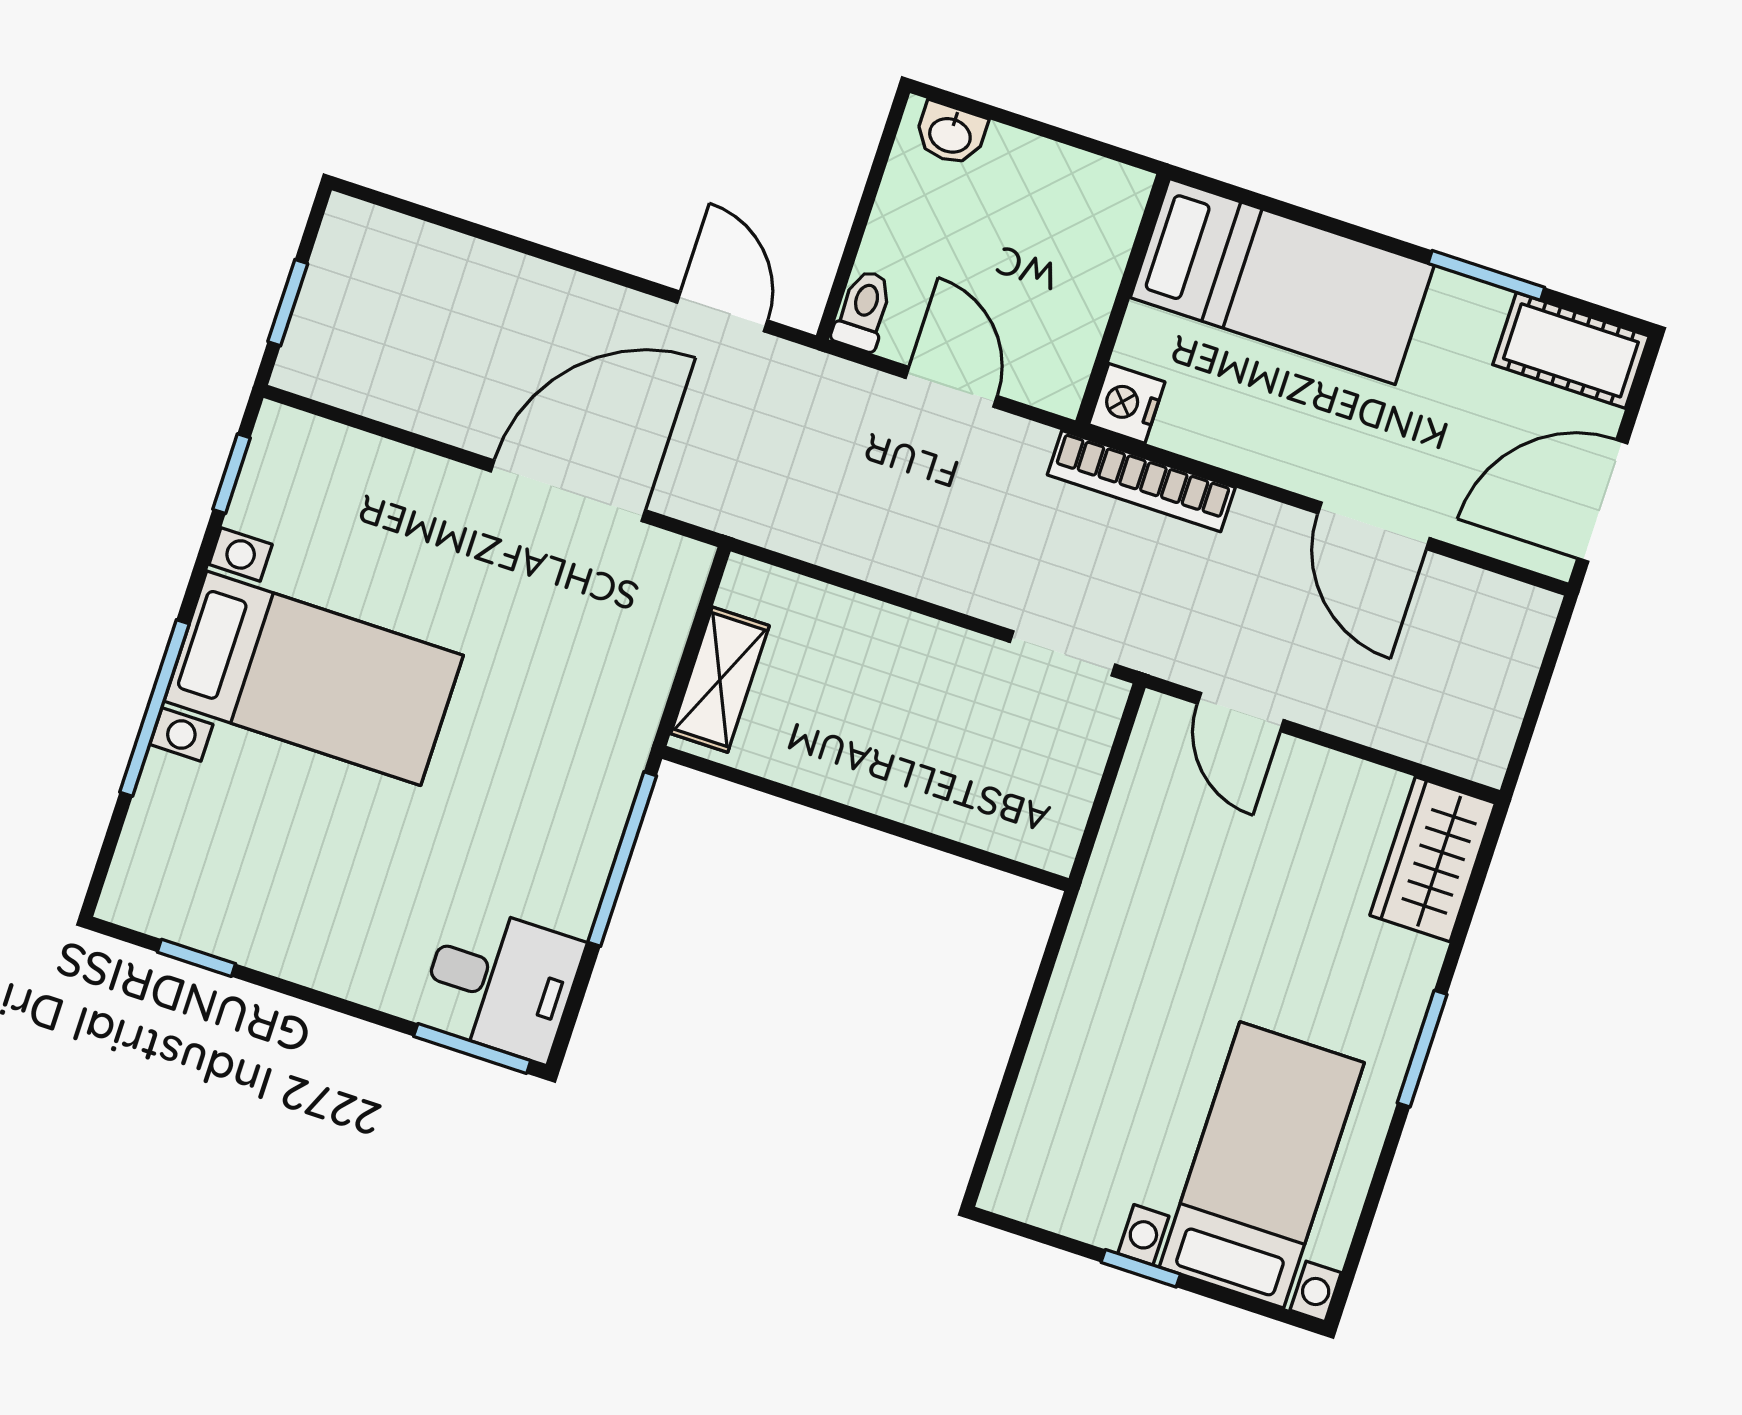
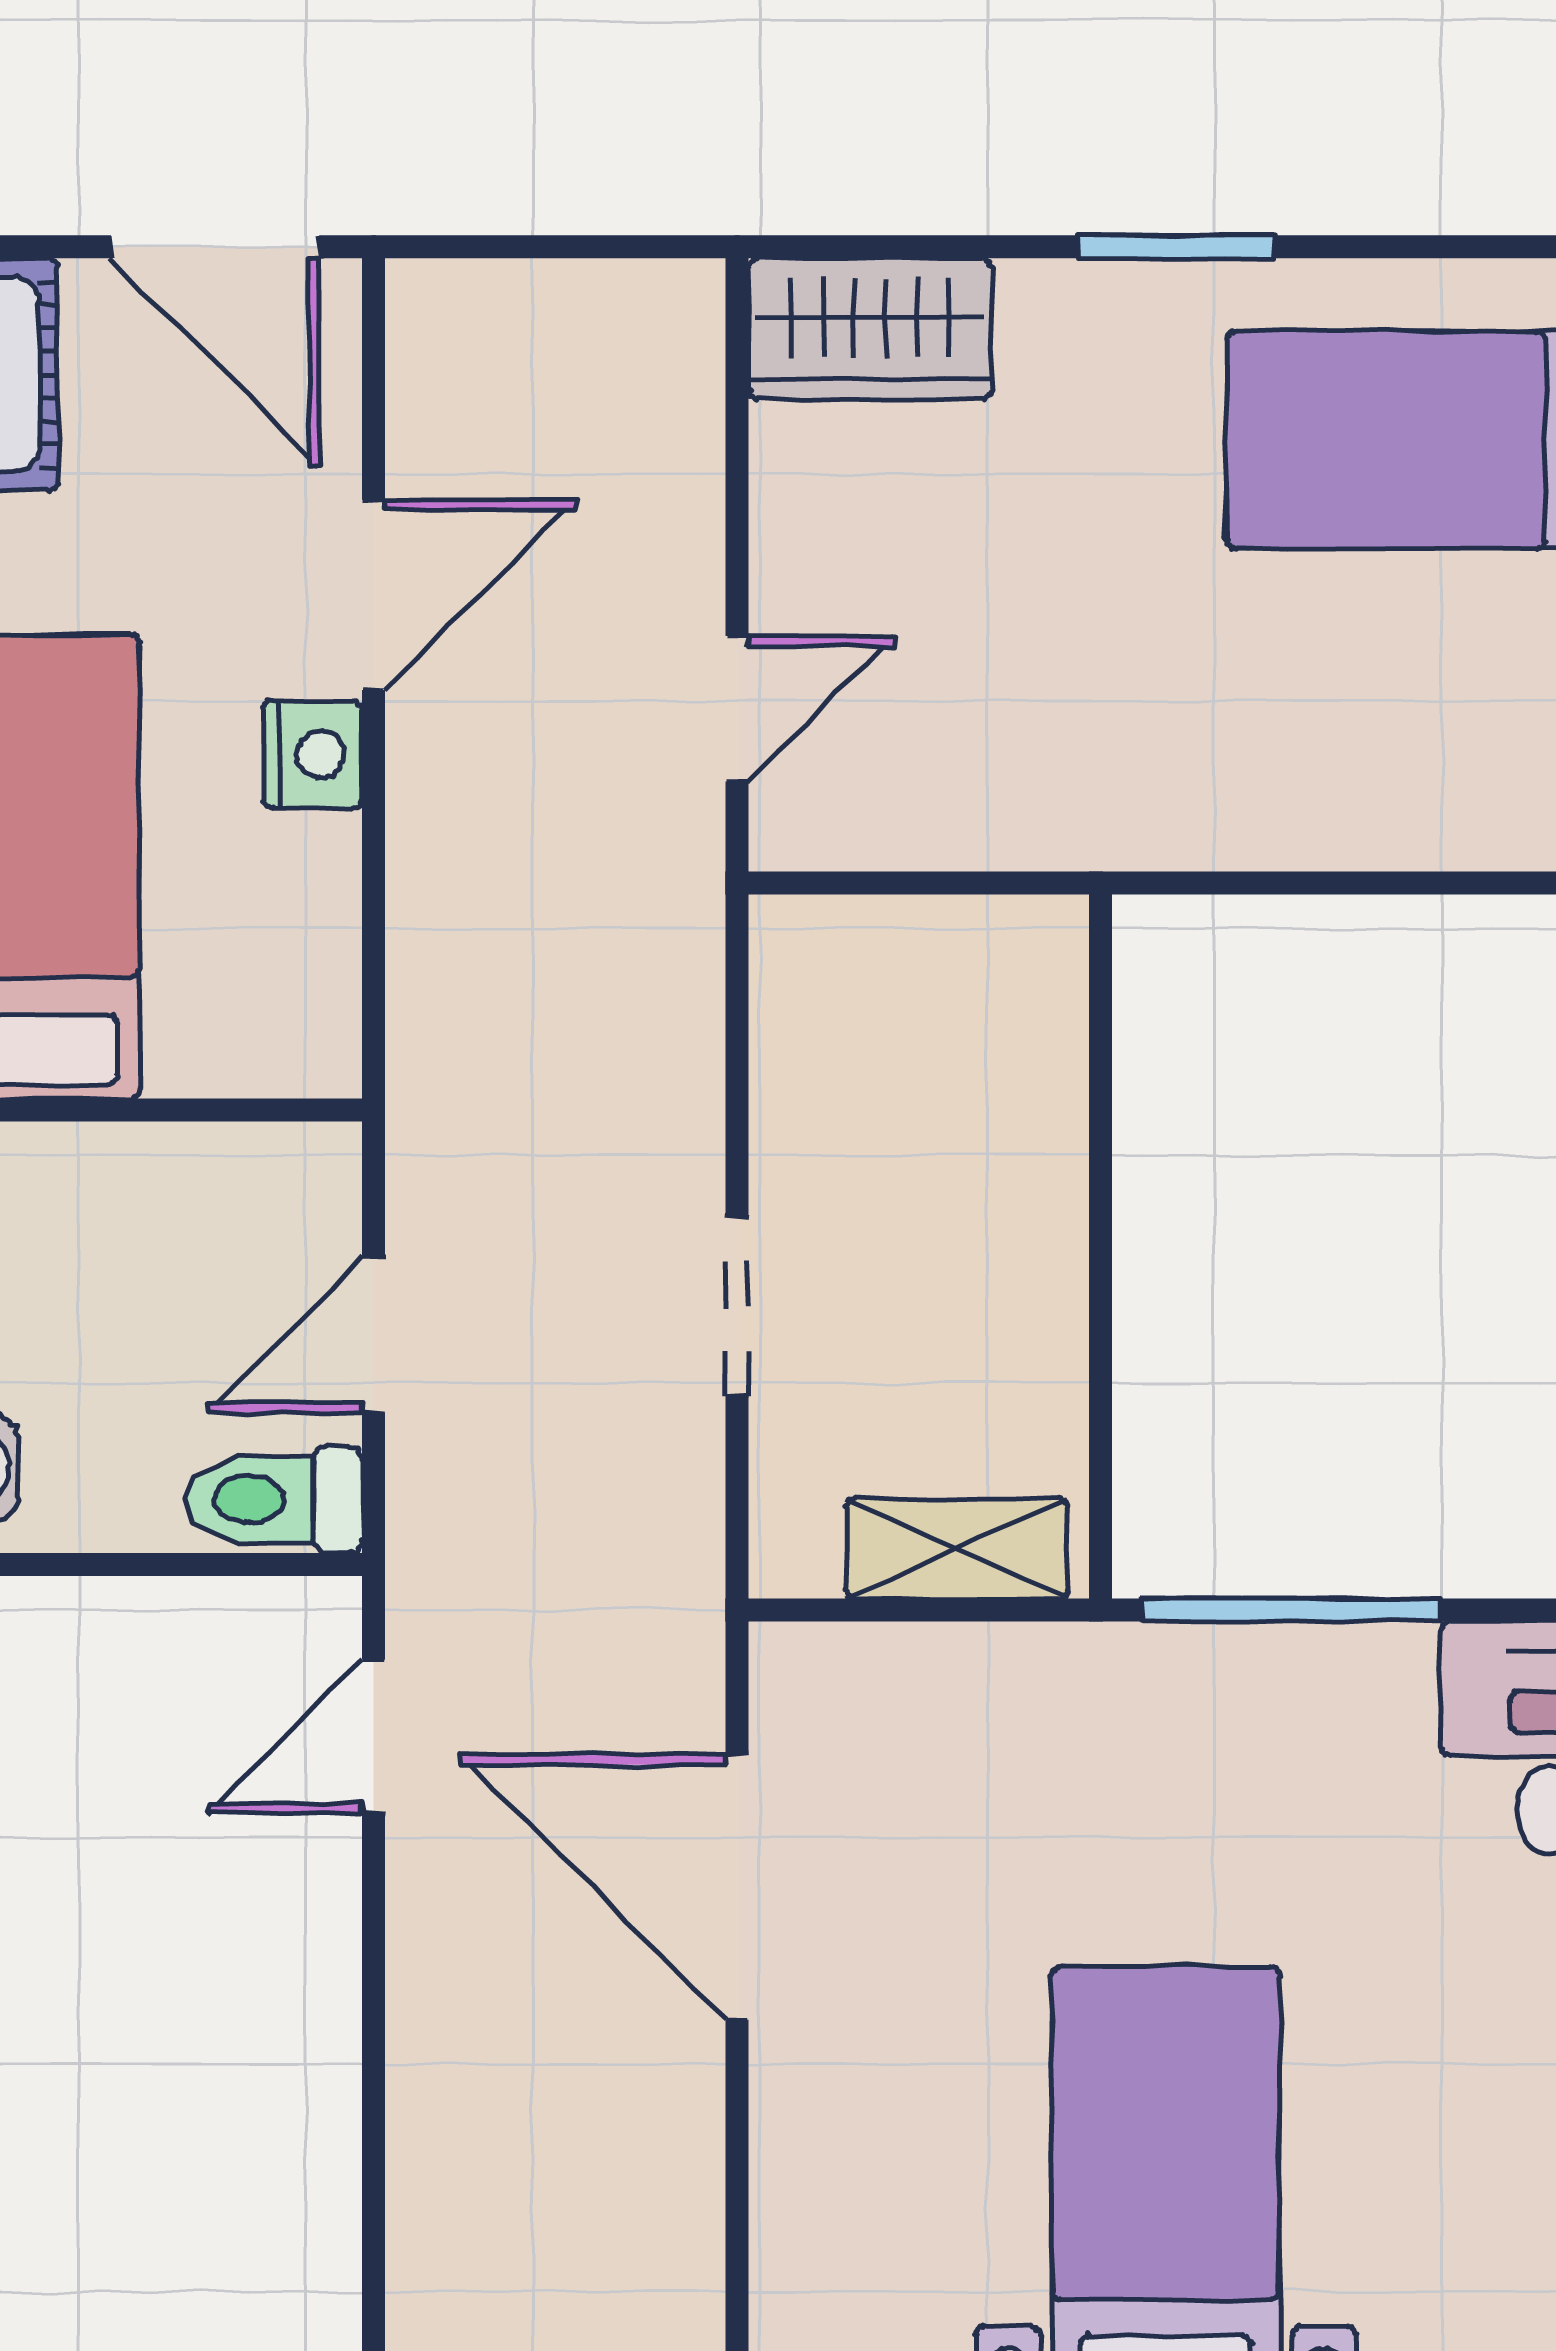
toilet: (863, 310) -> (274, 1499), width x1.37, depth x1.39
nightstand: (1127, 403) -> (313, 754), moved, turned -90
bookcase: (1141, 481) -> (424, 986), removed
doorway: (1062, 653) -> (737, 1306), moved

